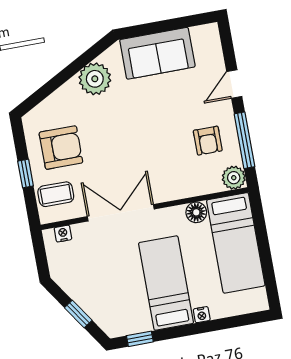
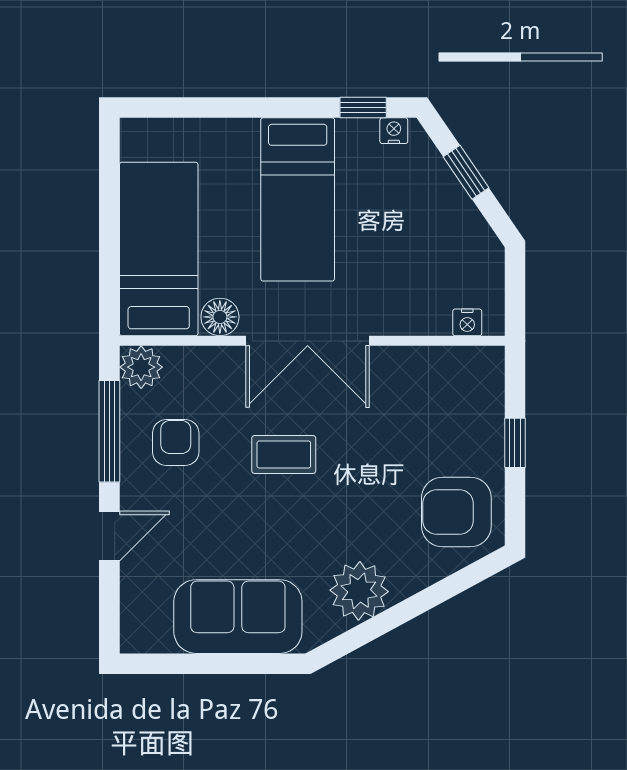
armchair: (61, 148) -> (456, 512), moved
coffee table: (56, 194) -> (284, 454), moved
double door: (121, 213) -> (308, 341), moved
nightstand: (202, 315) -> (394, 131), moved

